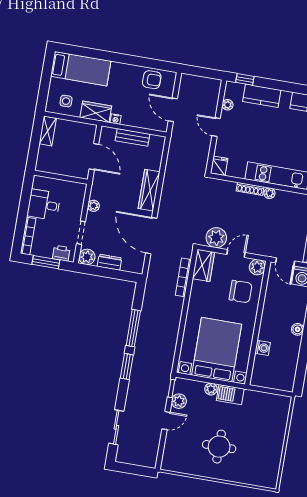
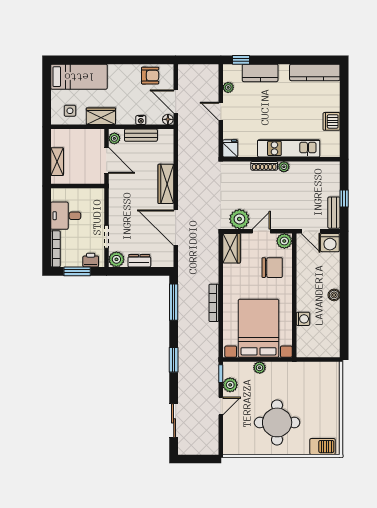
nightstand: (116, 119) -> (141, 120), moved
floor lamp: (162, 126) -> (168, 119), added
shelving: (48, 131) -> (57, 162), moved
plant: (94, 206) -> (114, 138), moved
bookcase: (183, 277) -> (214, 303), moved
window: (133, 328) -> (174, 302), moved
barbecue: (230, 395) -> (322, 447), moved, turned 180
round table: (219, 447) -> (277, 422), width x1.36, depth x1.36

